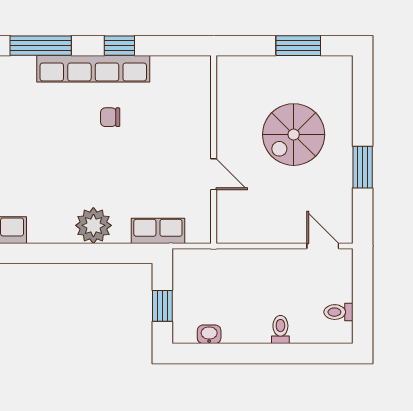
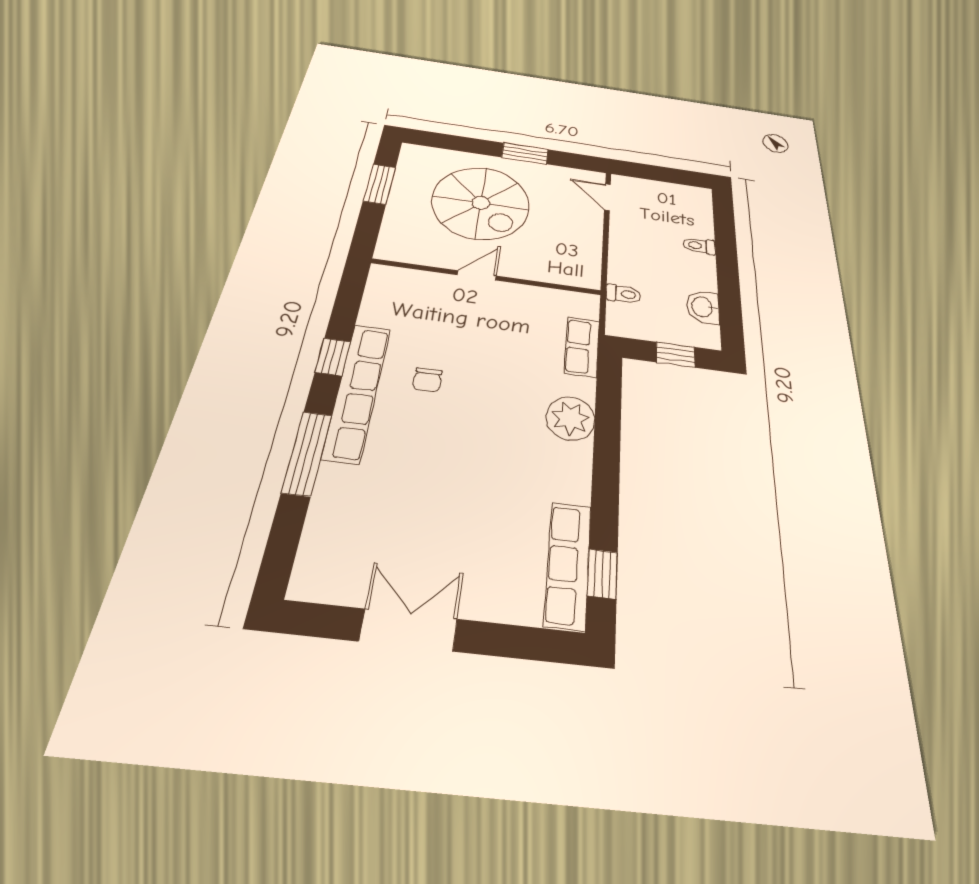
spiral stairs: (294, 135) -> (481, 203), width x1.37, depth x1.37
door: (214, 174) -> (477, 275), moved
door: (323, 246) -> (607, 197), hinge flipped
toilet: (338, 312) -> (624, 294), moved, turned -90
washbasin: (209, 334) -> (703, 307), width x1.38, depth x1.45

